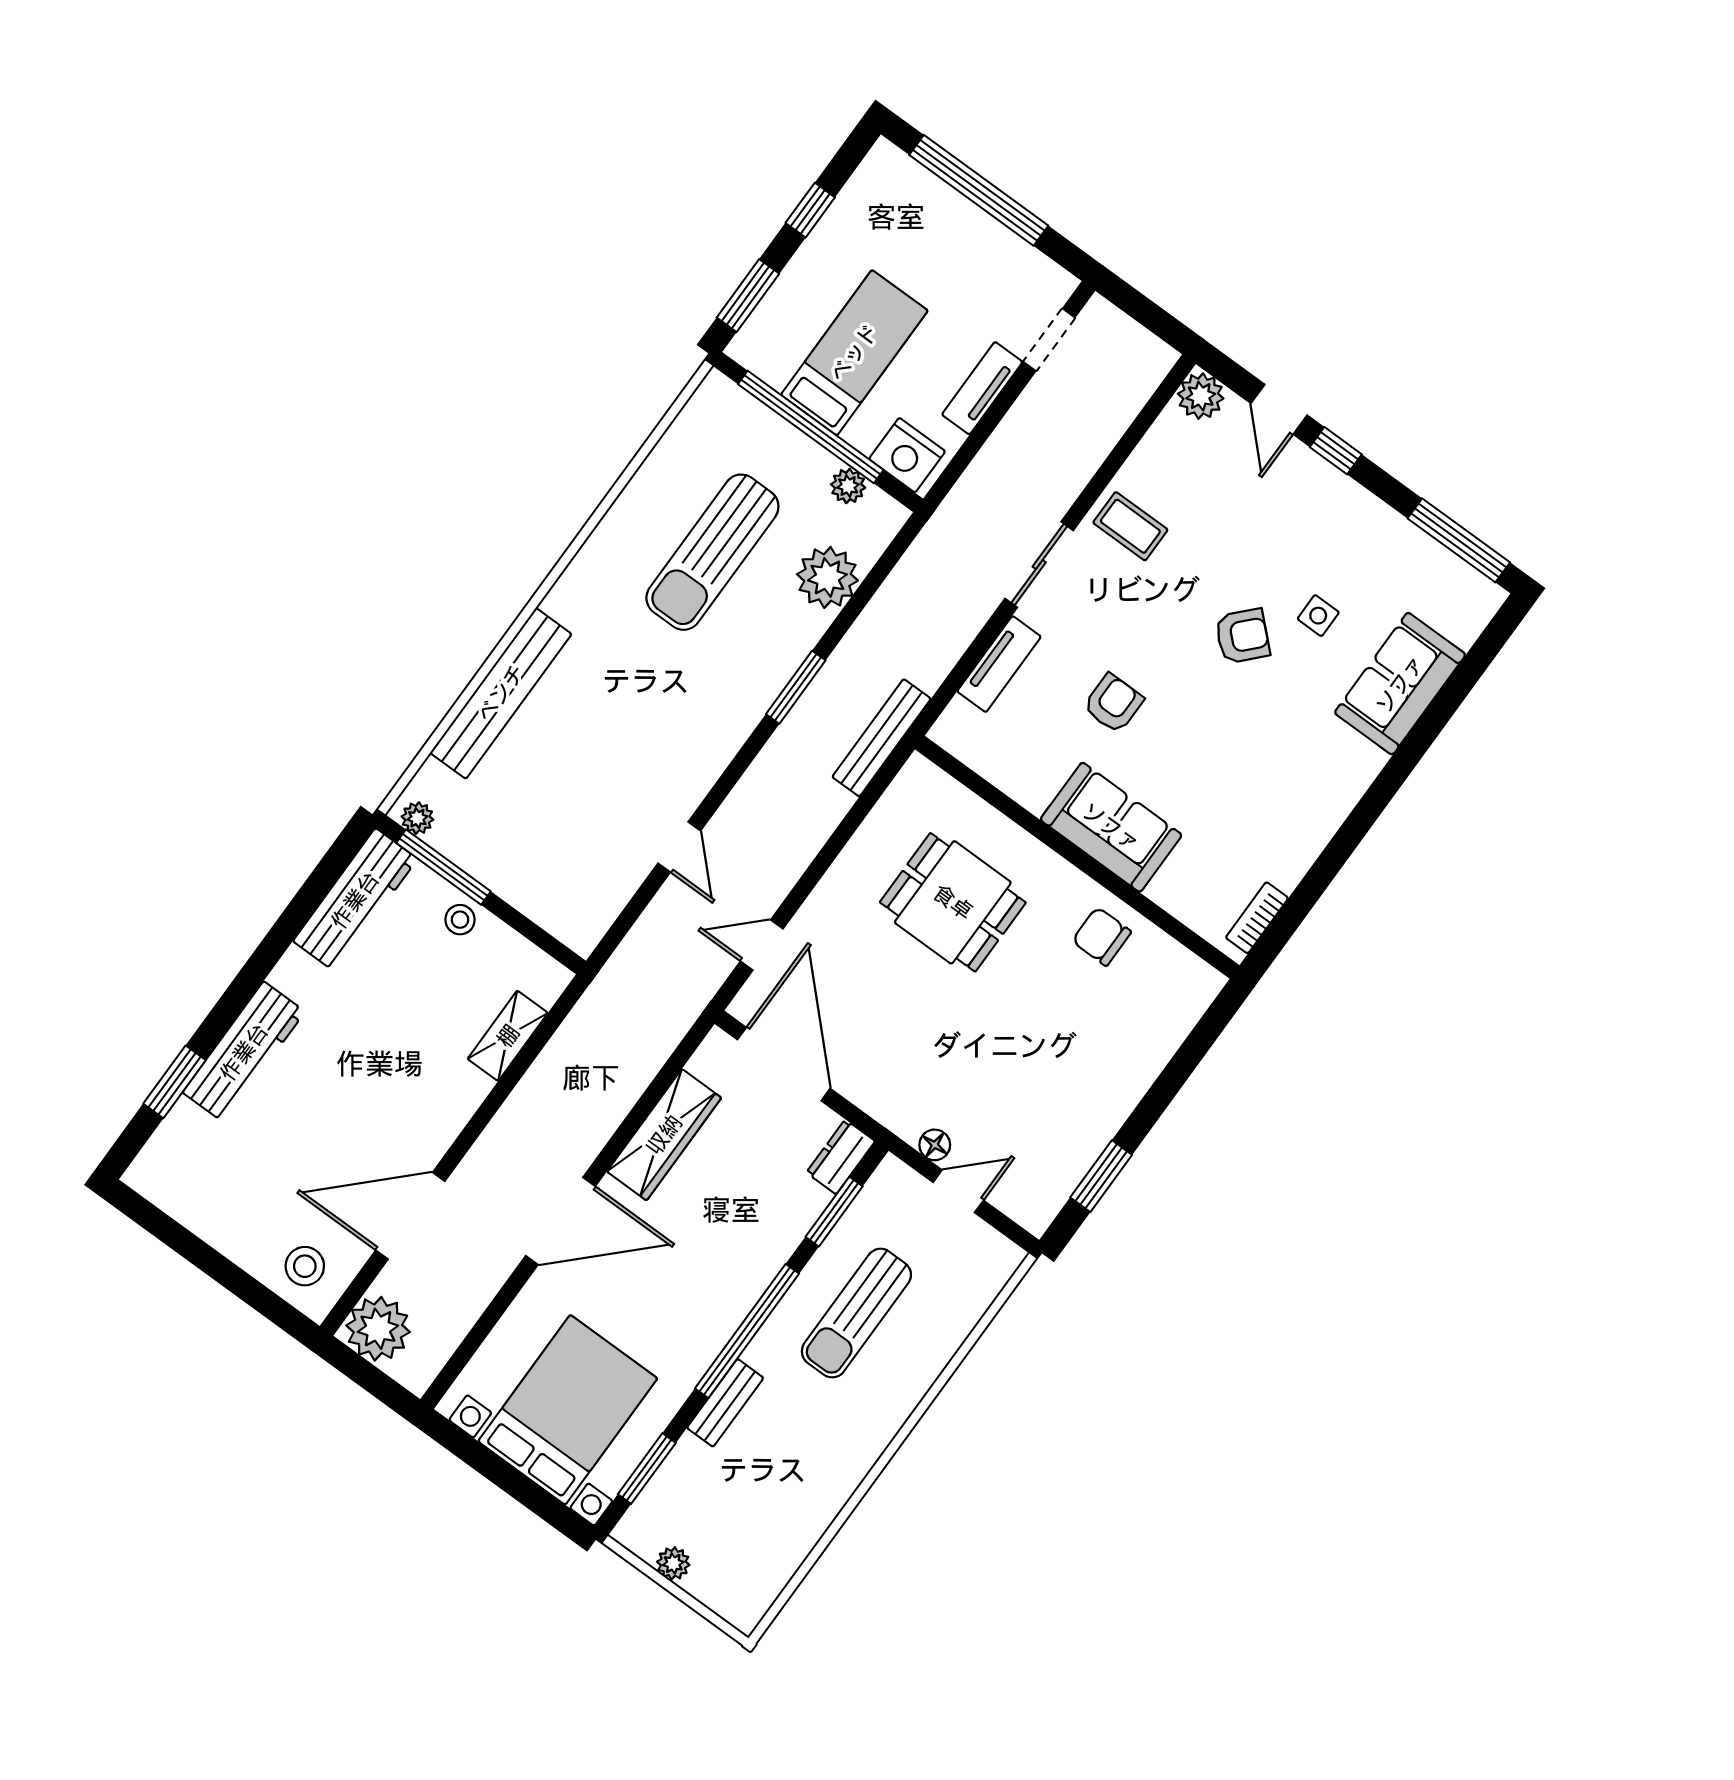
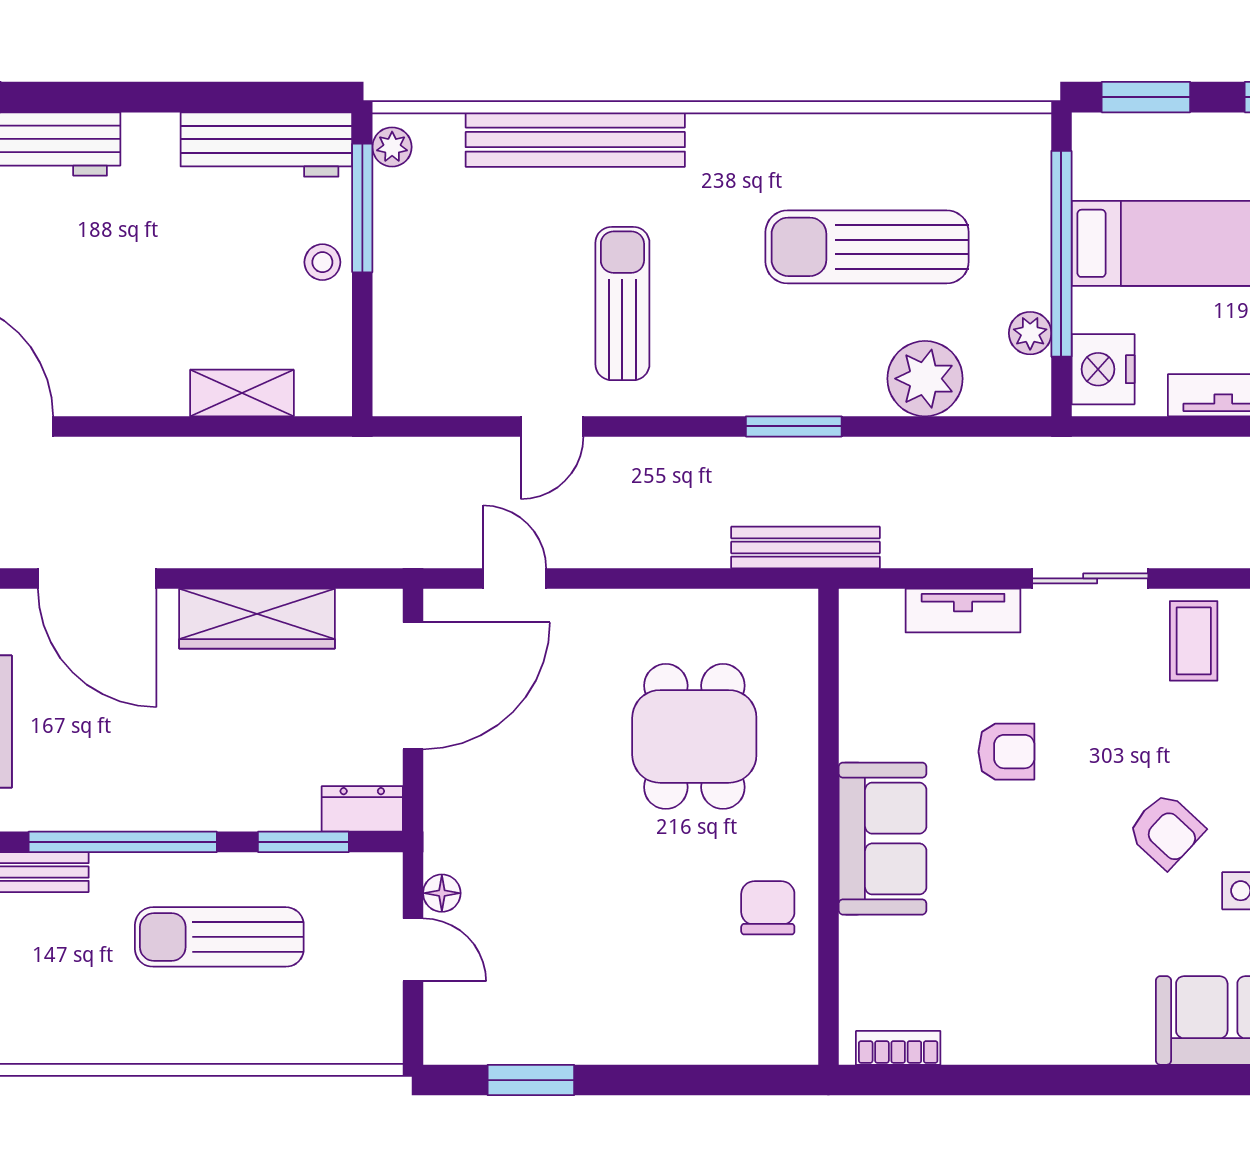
sun lounger: (632, 741) -> (622, 304), added

